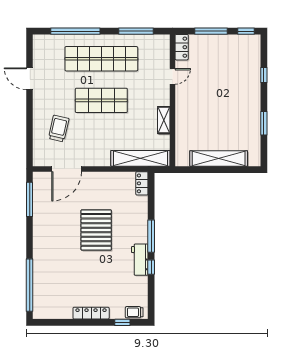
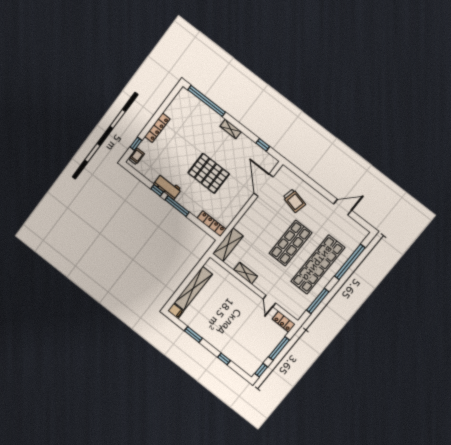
shelving: (140, 158) -> (228, 245), width x0.68
filing cabinet: (255, 158) -> (176, 311), added
locker: (142, 183) -> (212, 224), width x1.53
window: (30, 199) -> (263, 145), width x0.46
shelving: (38, 242) -> (231, 129), added

